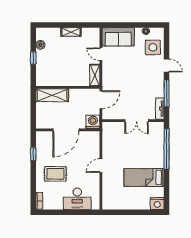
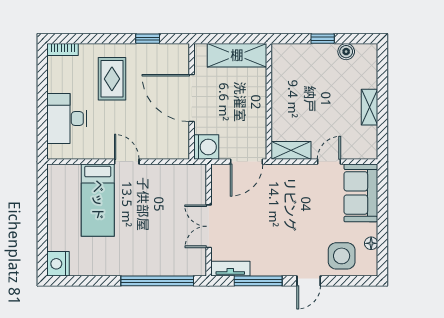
shelving: (52, 95) -> (237, 55), moved, turned 90
door: (101, 100) -> (246, 162), hinge flipped
bed: (144, 177) -> (98, 200), moved, turned 180

